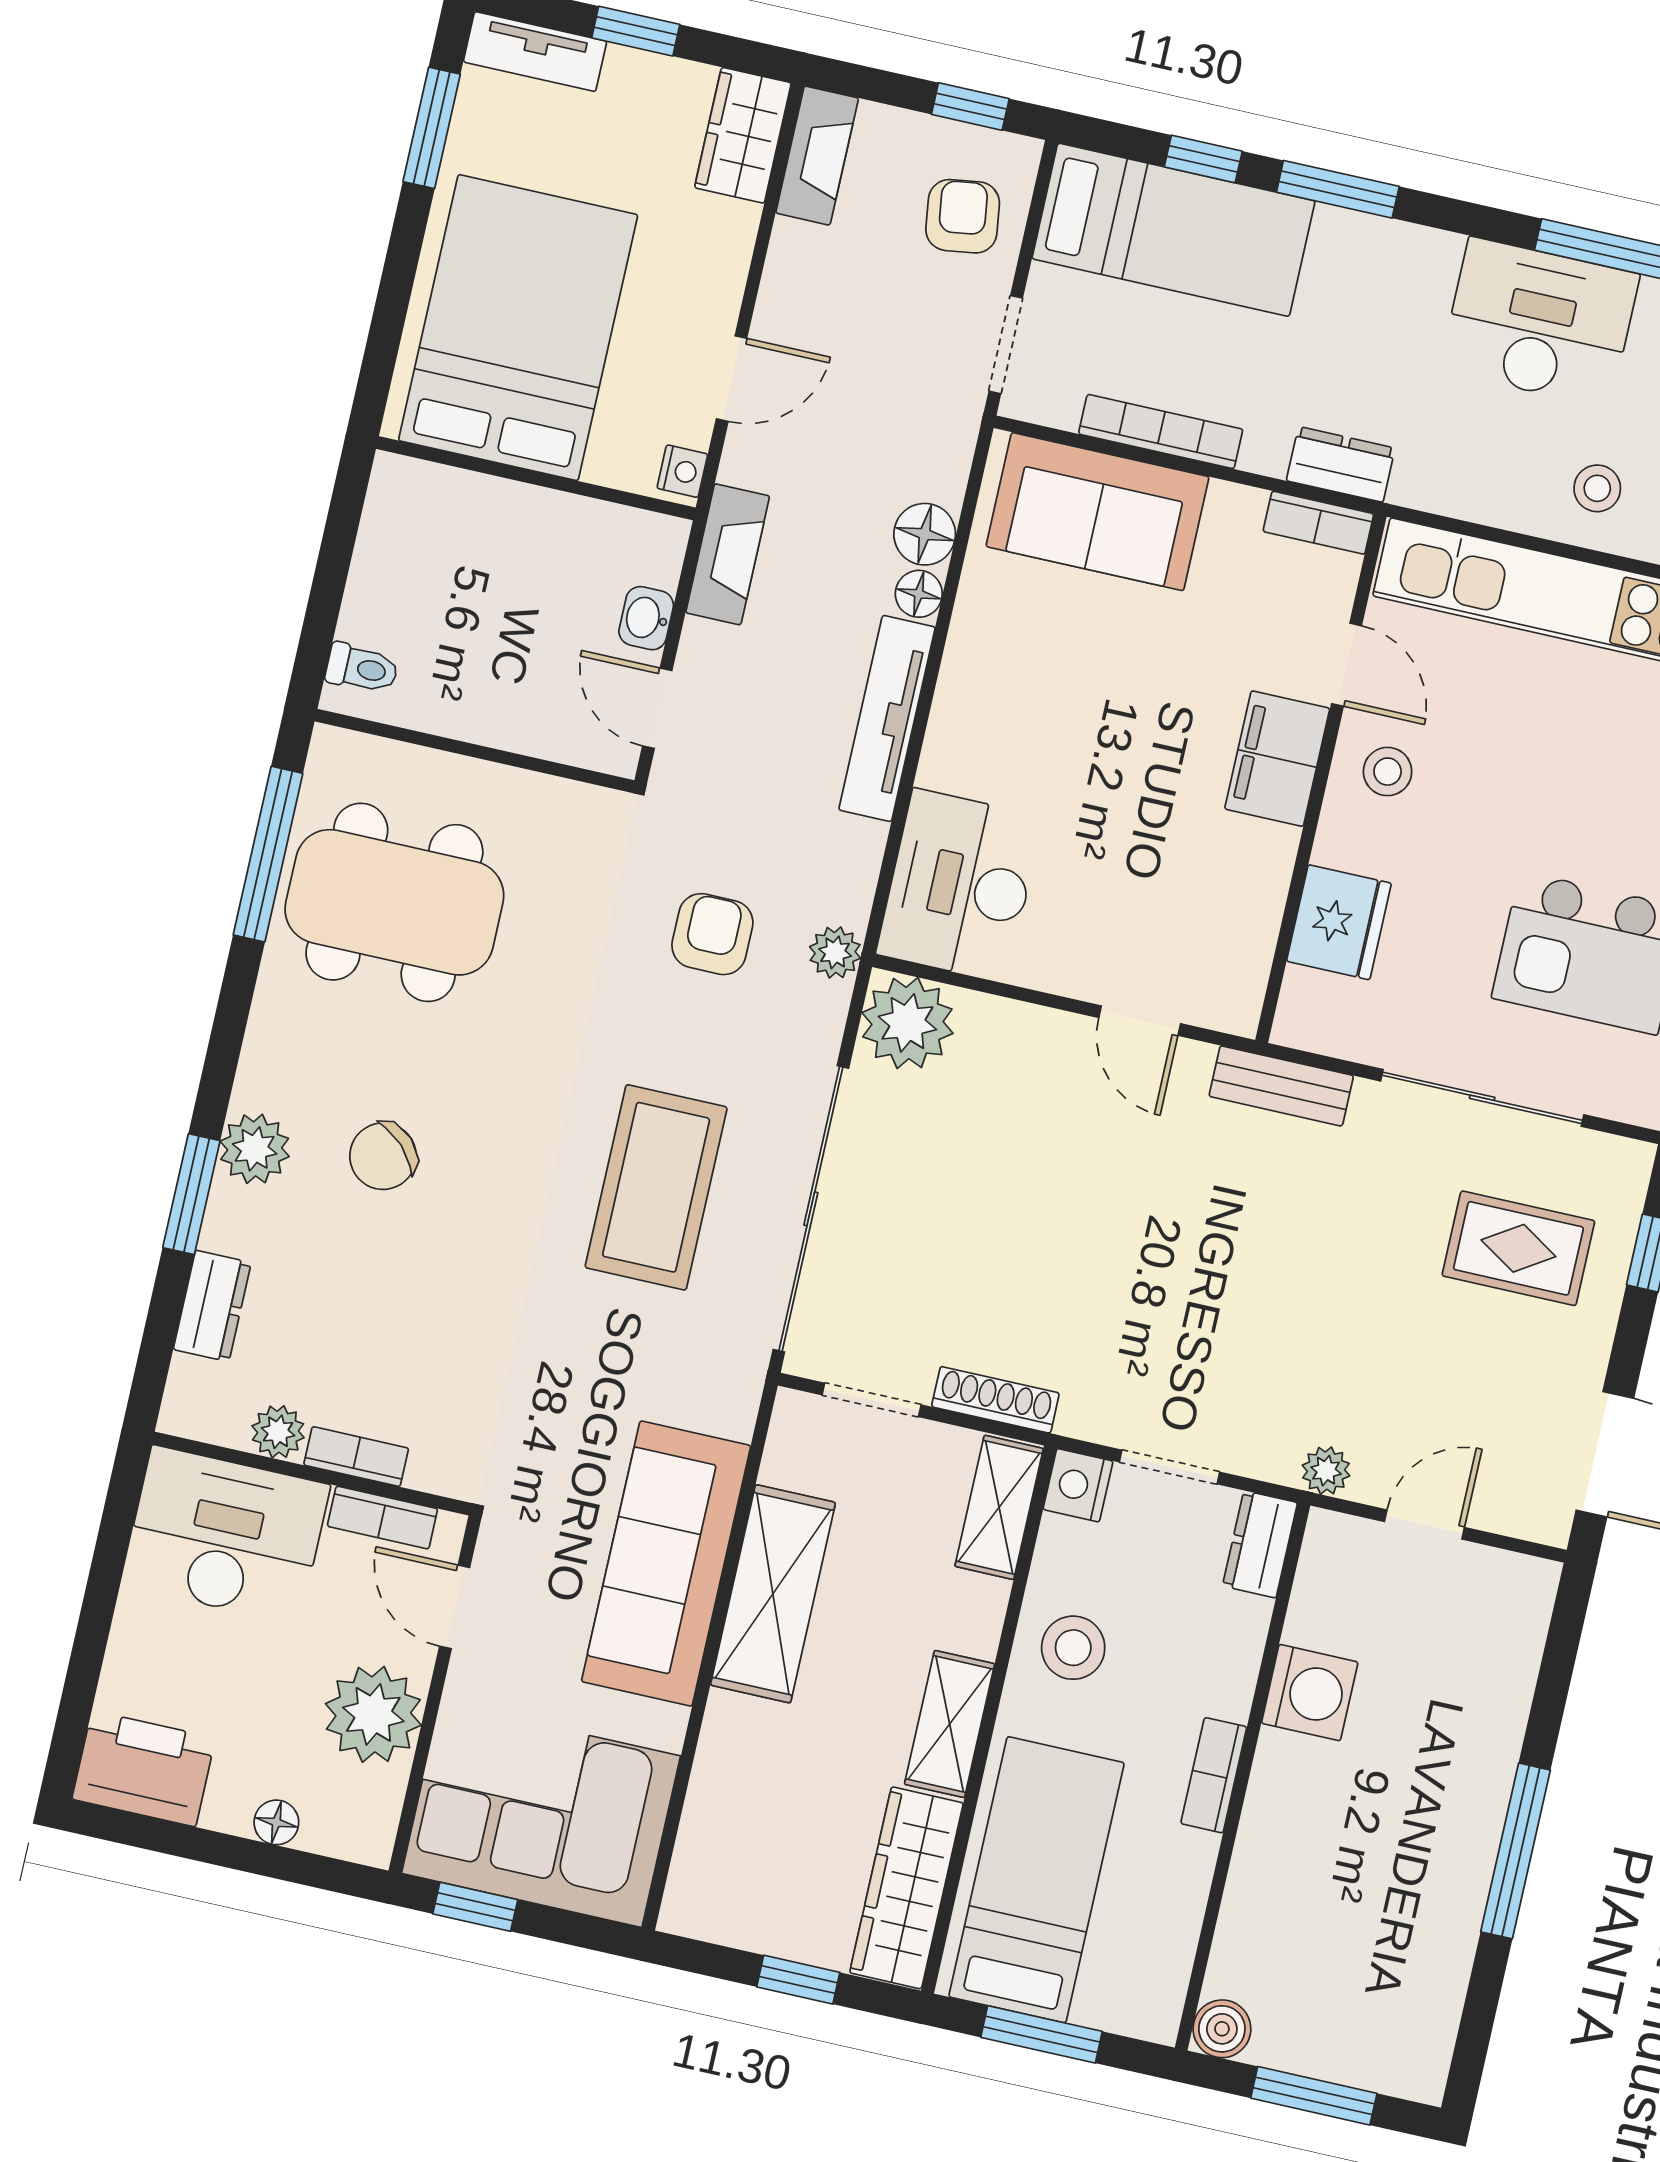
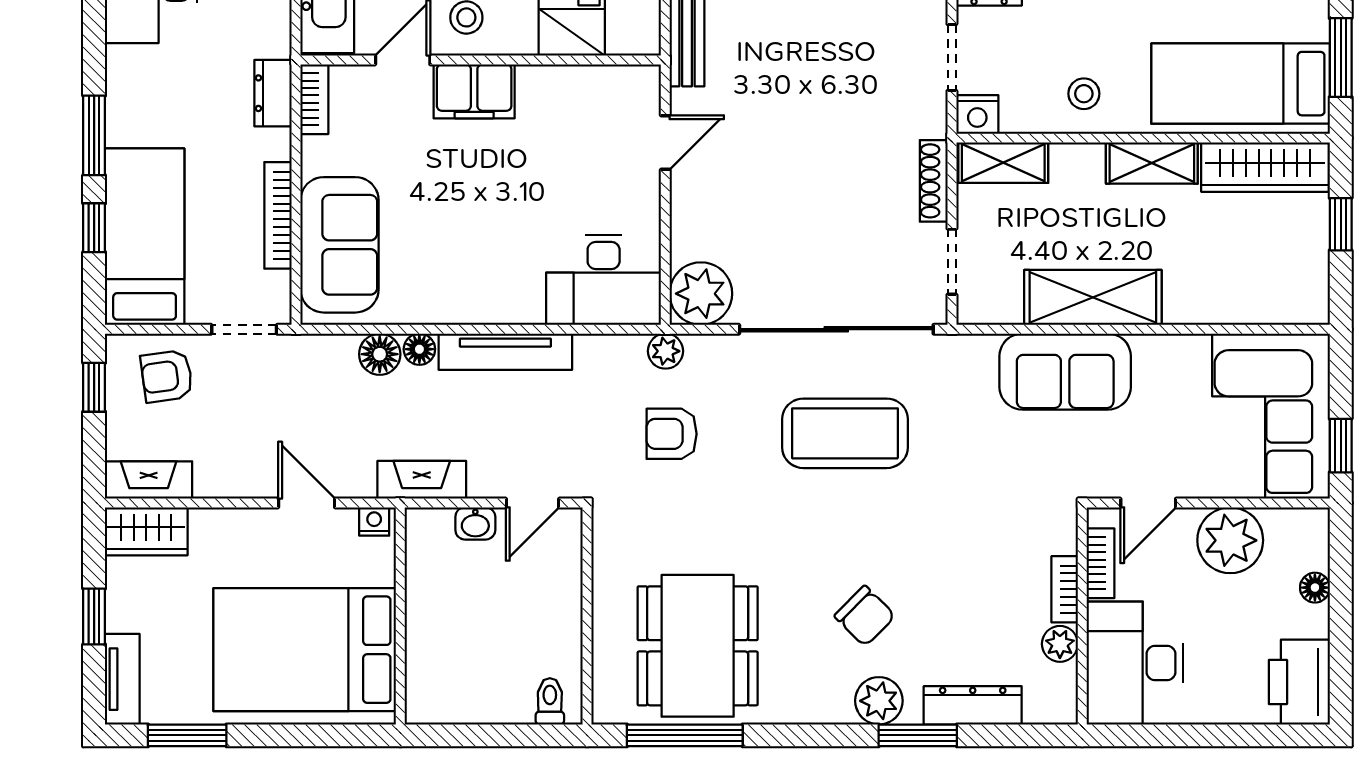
dresser: (212, 1306) -> (973, 705), width x1.44
sofa: (666, 1564) -> (1065, 372), width x0.73
stool: (1073, 1648) -> (1084, 94), width x0.73, depth x0.73

